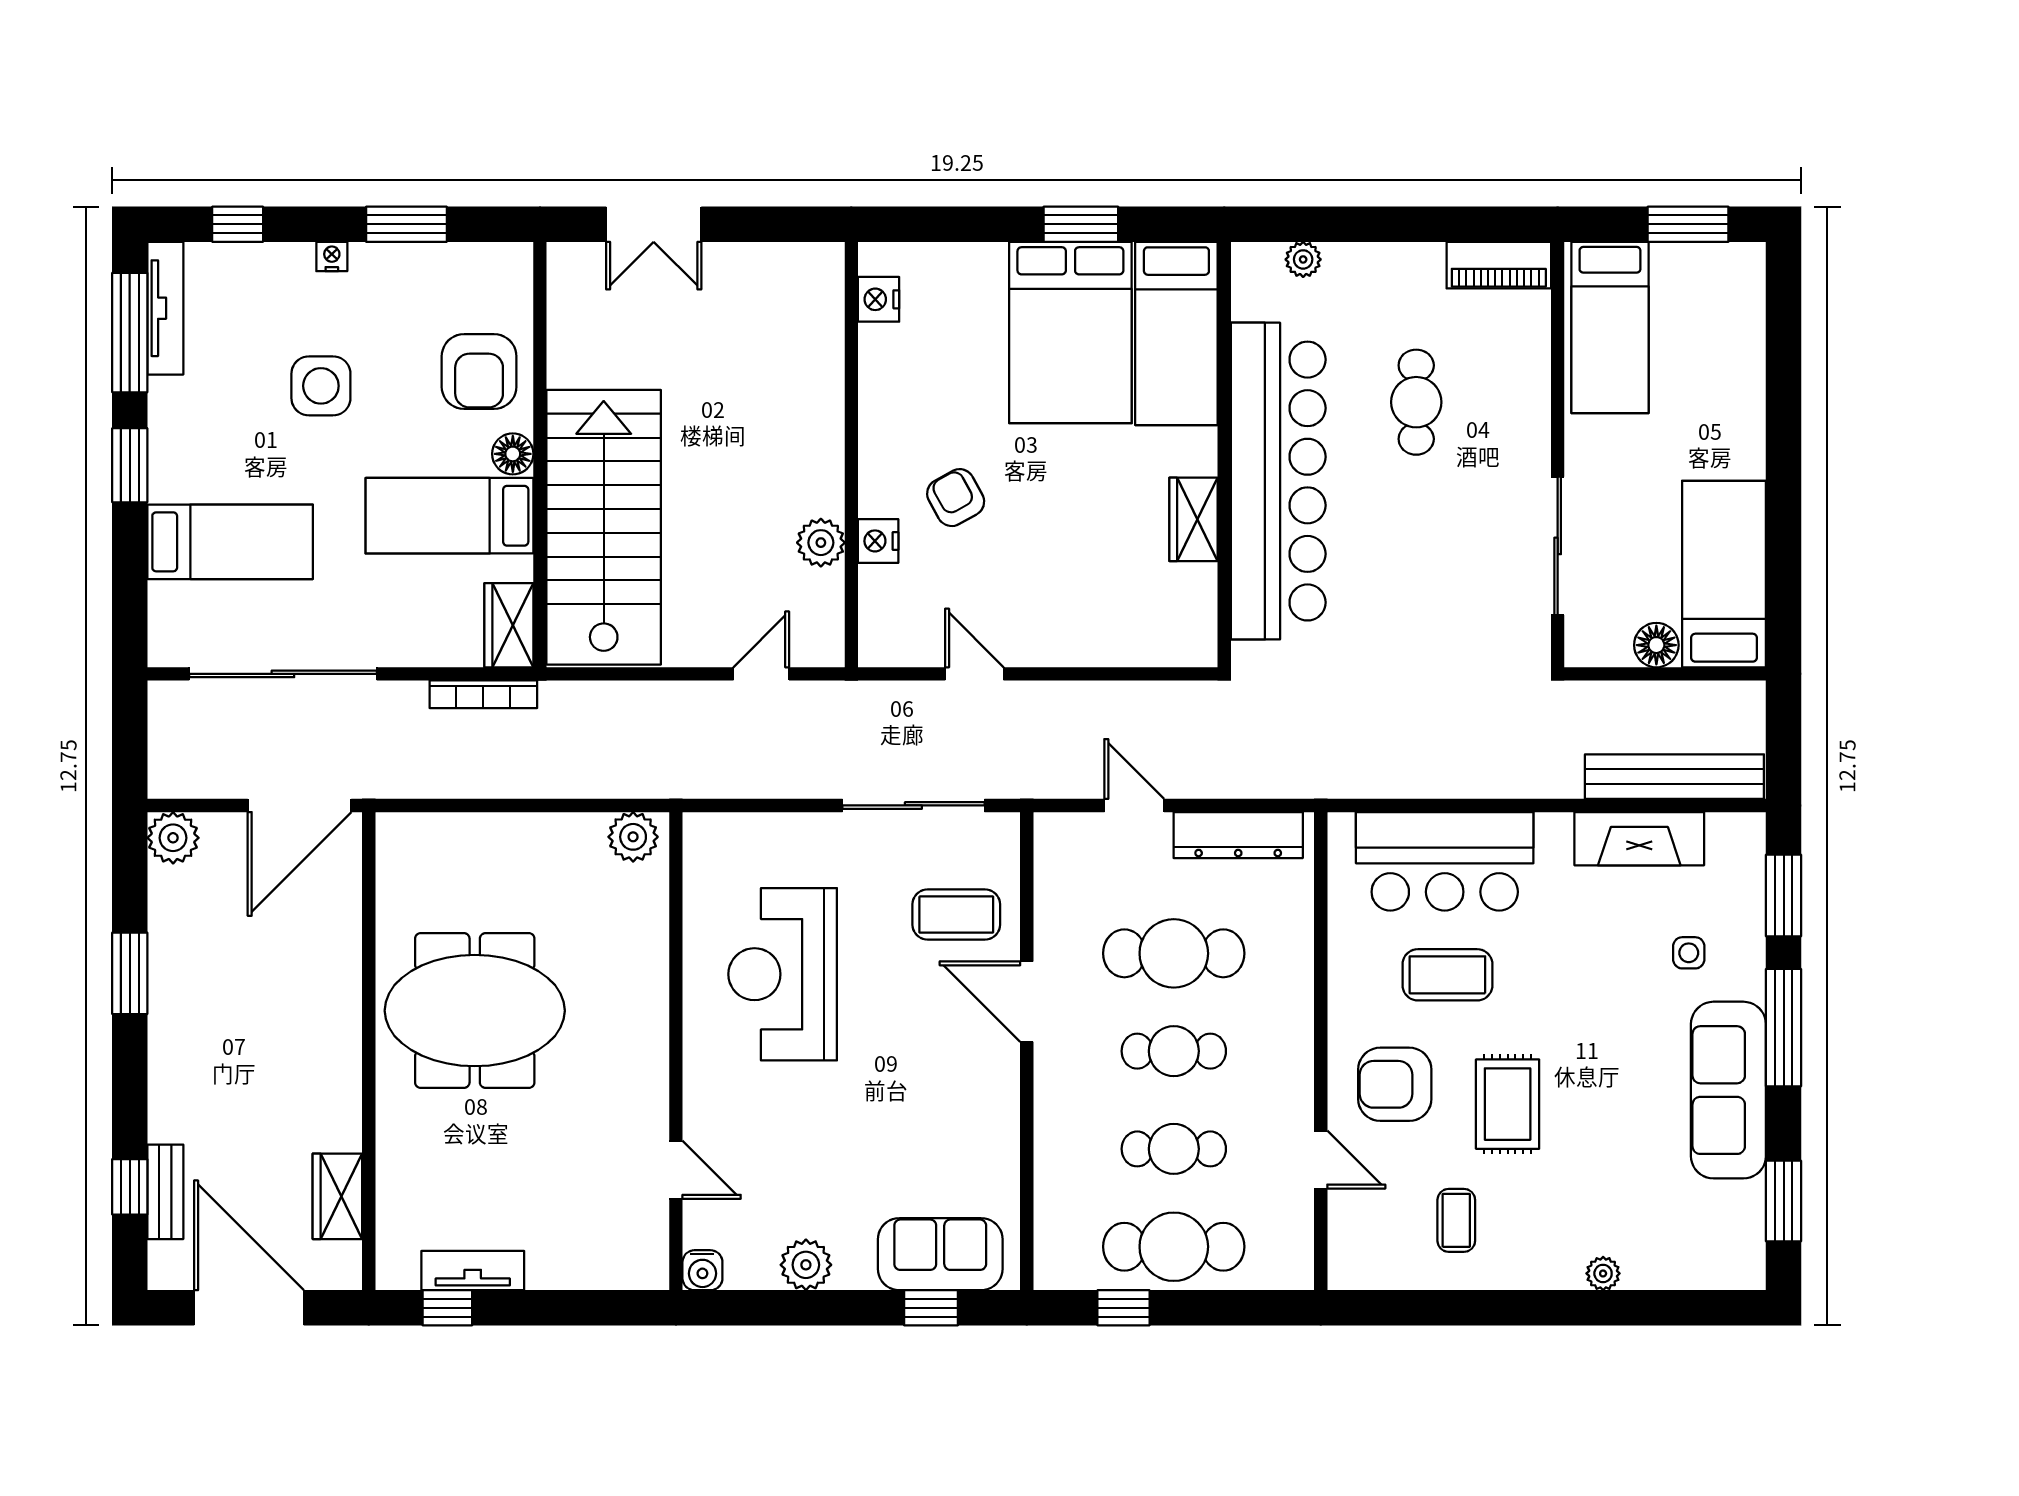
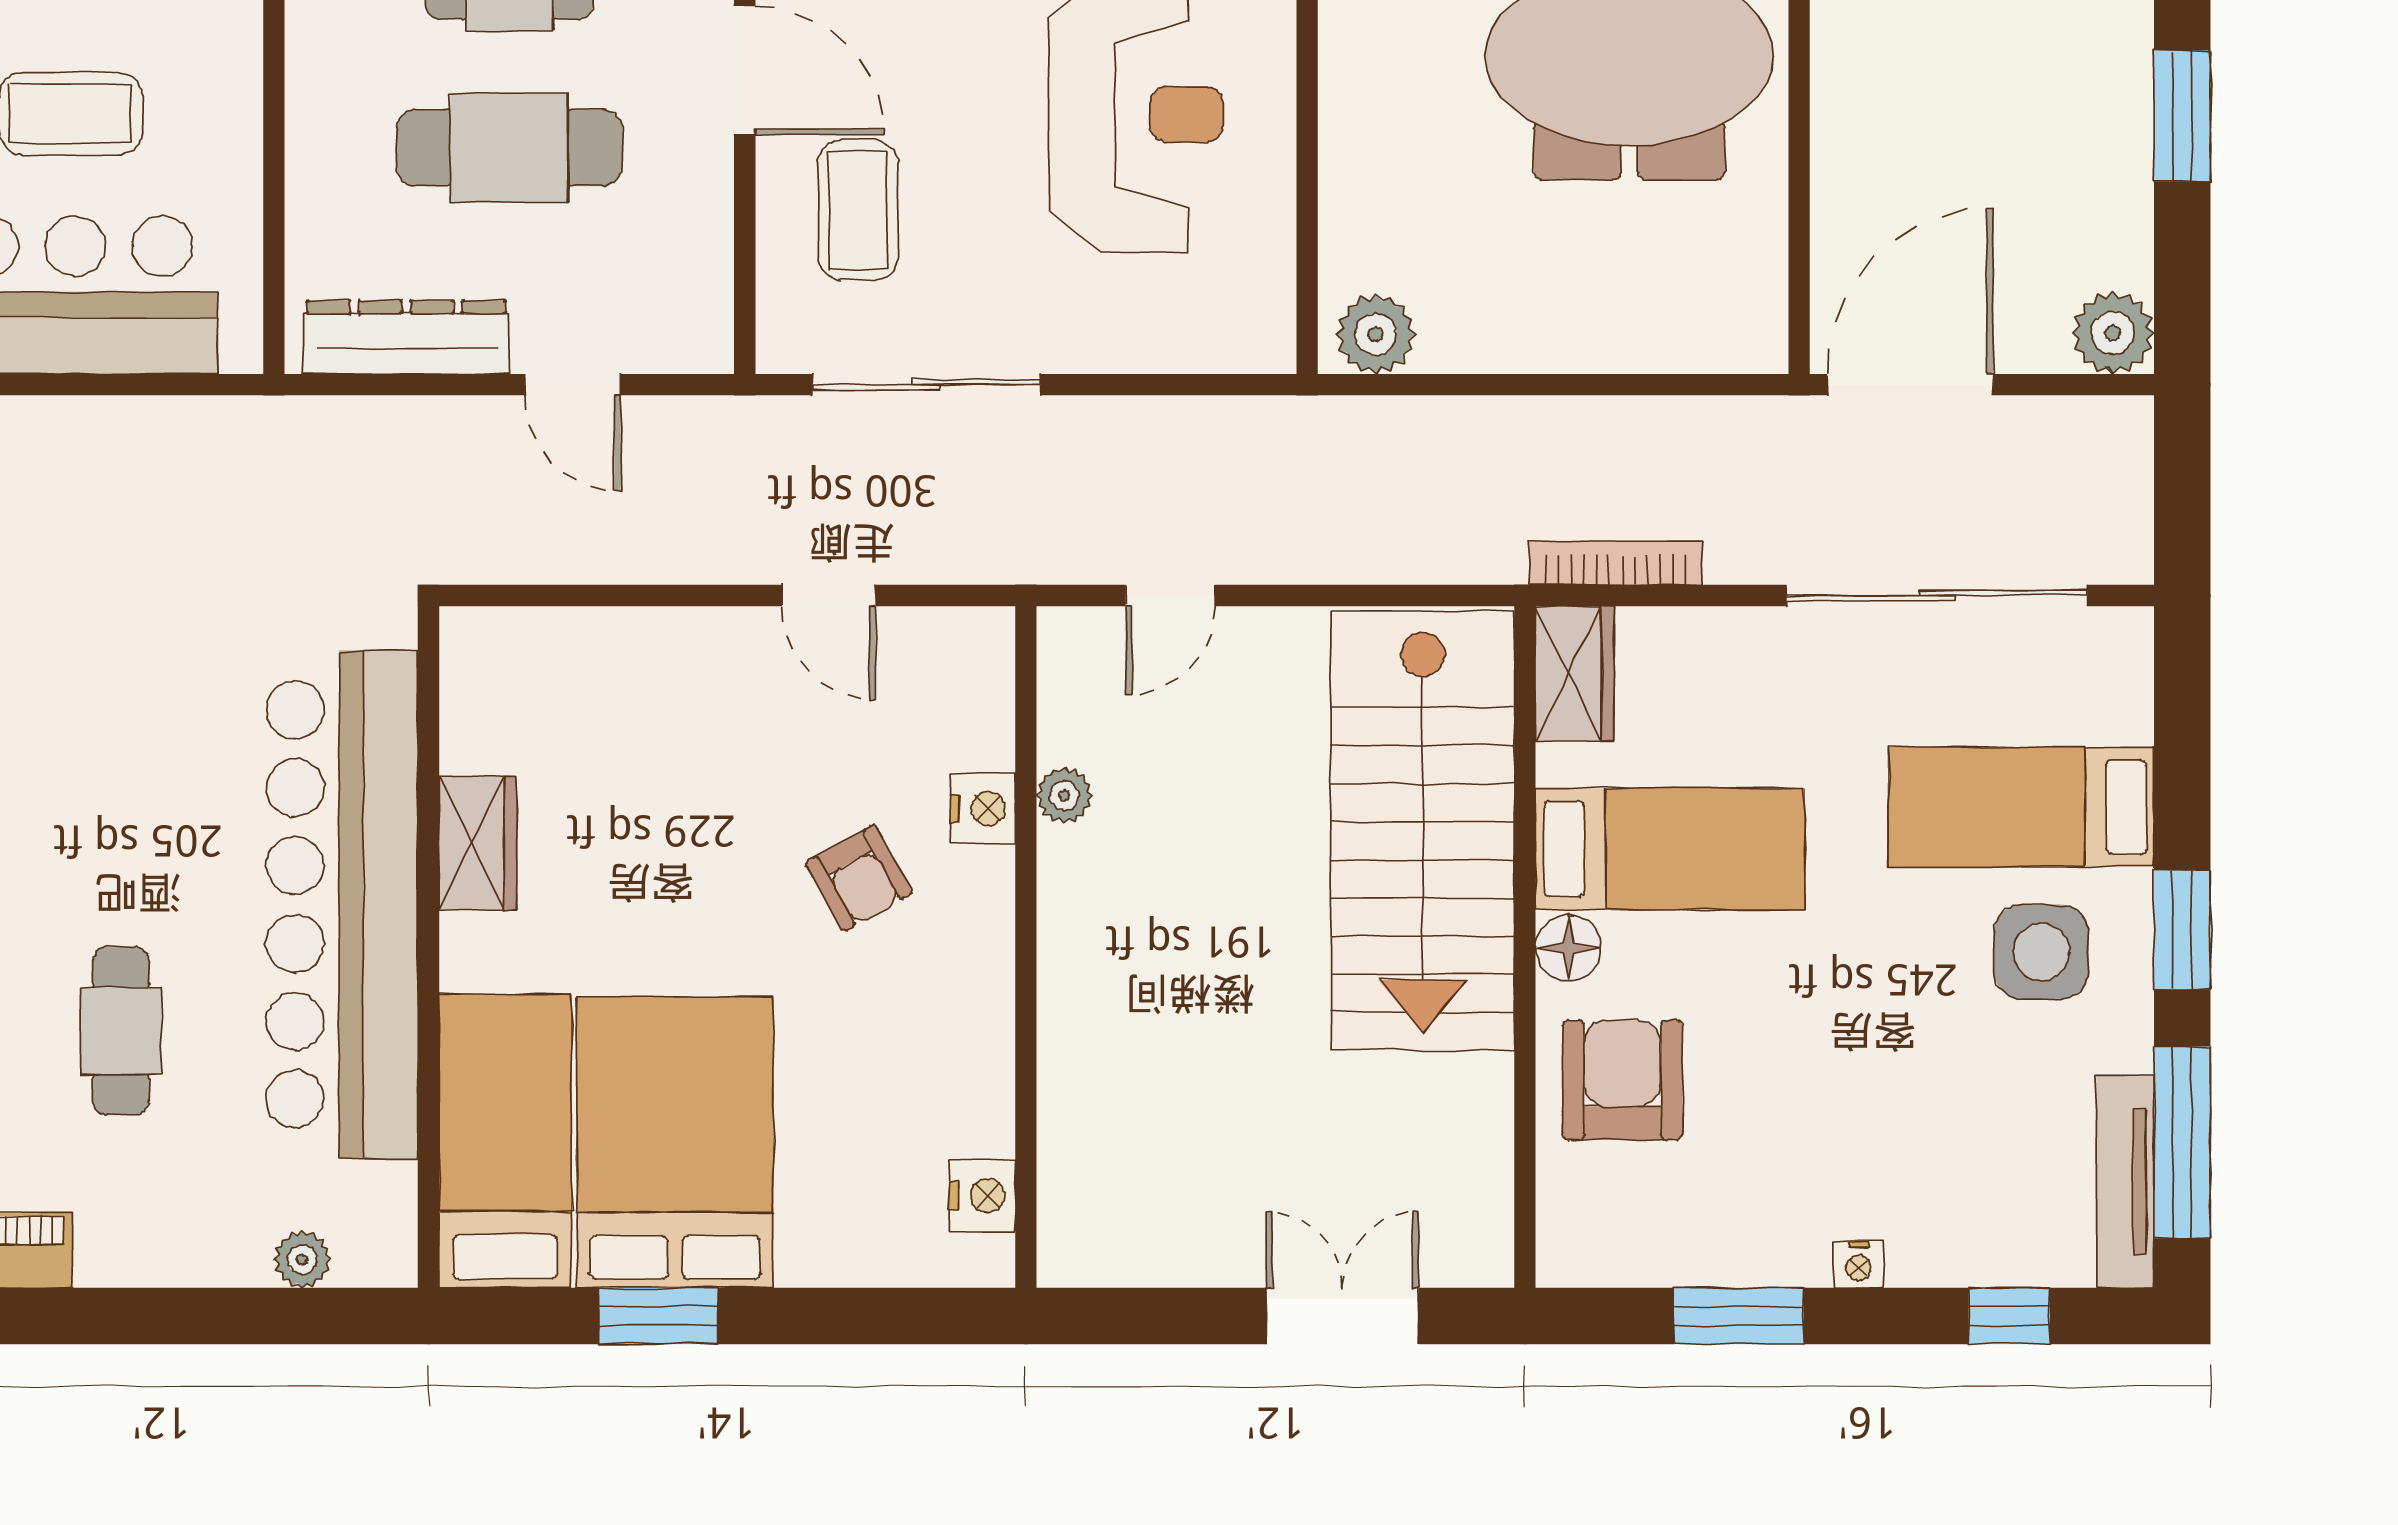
side table: (321, 386) -> (2041, 952), moved
plant: (821, 543) -> (1064, 795), width x0.73, depth x0.73
coffee table: (956, 915) -> (858, 210), turned 90

